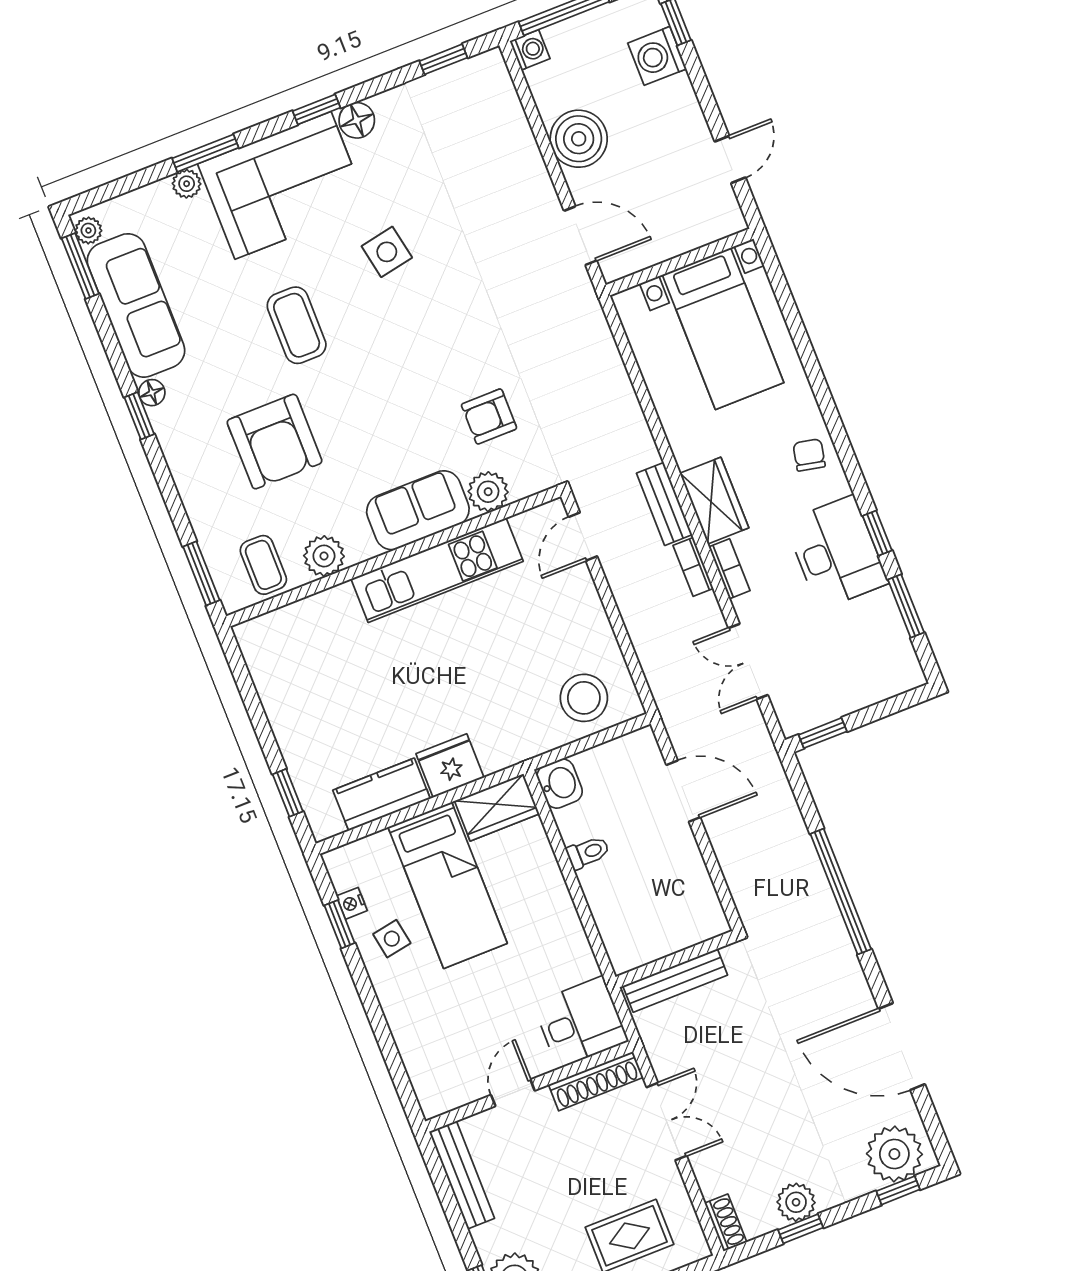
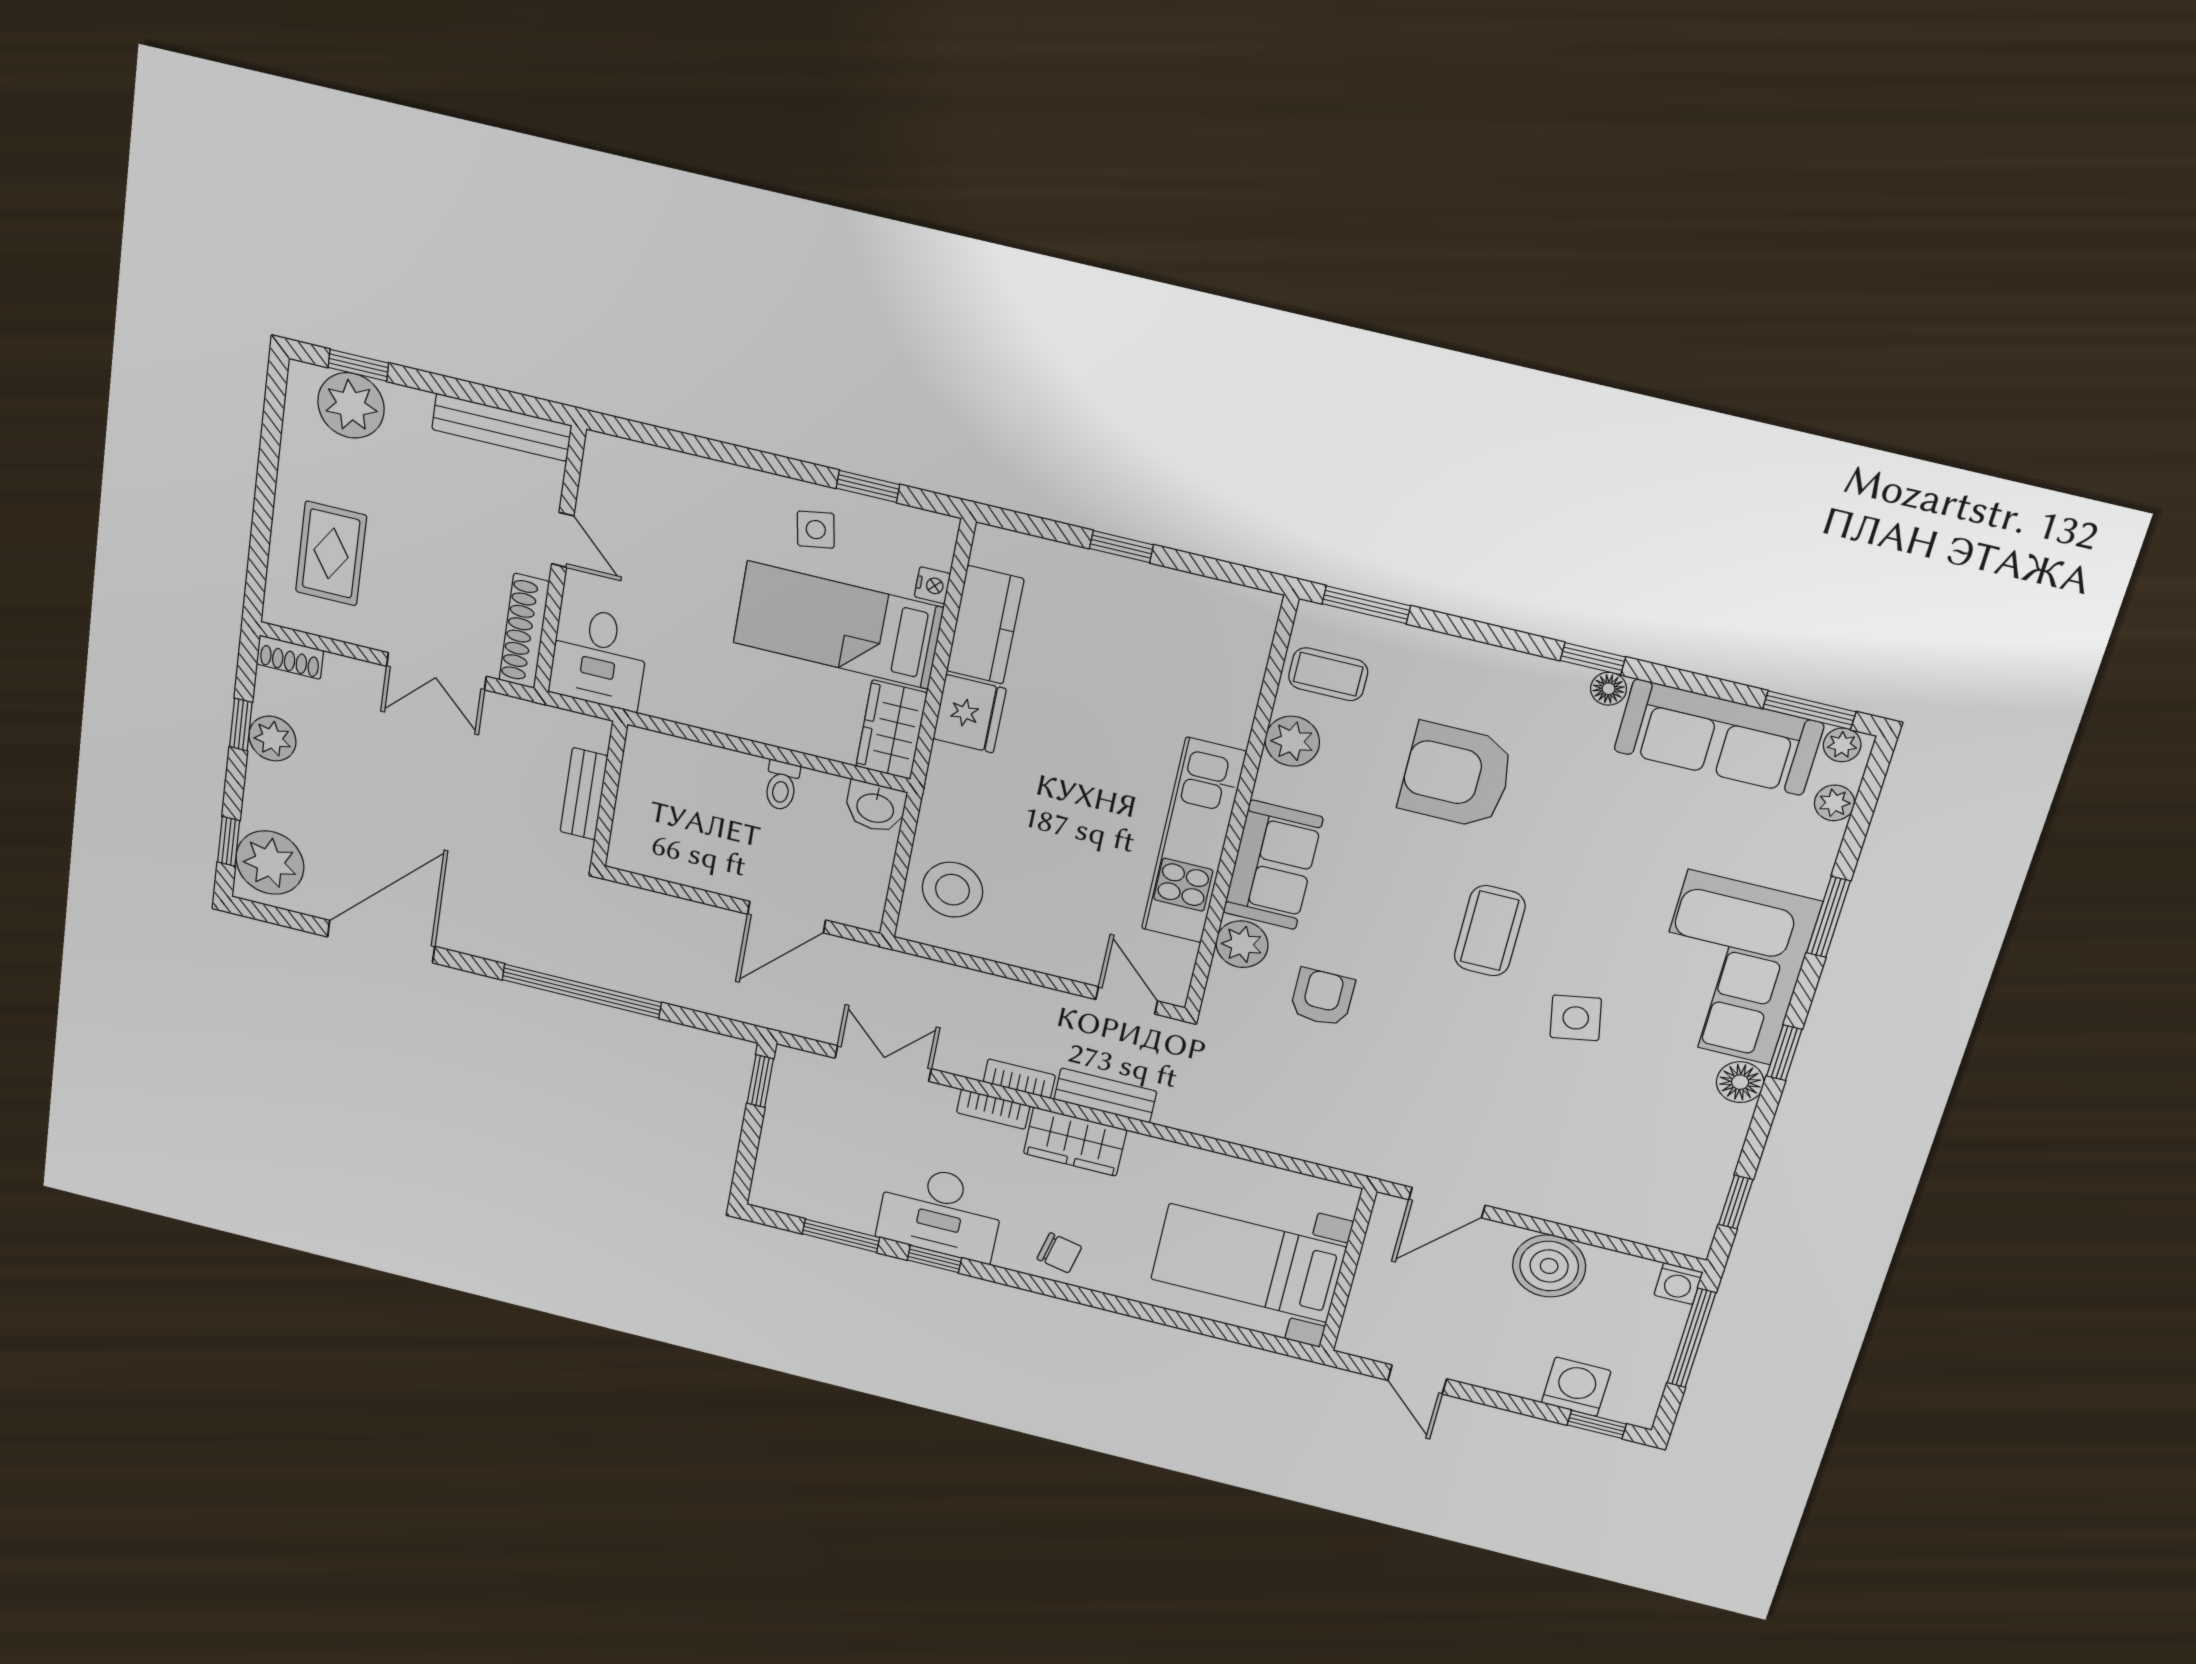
plant: (187, 184) -> (1834, 803), moved
coffee table: (297, 325) -> (1490, 931), moved, turned 90
window: (288, 793) -> (1121, 547), moved
nightstand: (352, 903) -> (932, 585), moved, turned 90
bench: (675, 980) -> (584, 794), width x0.73

